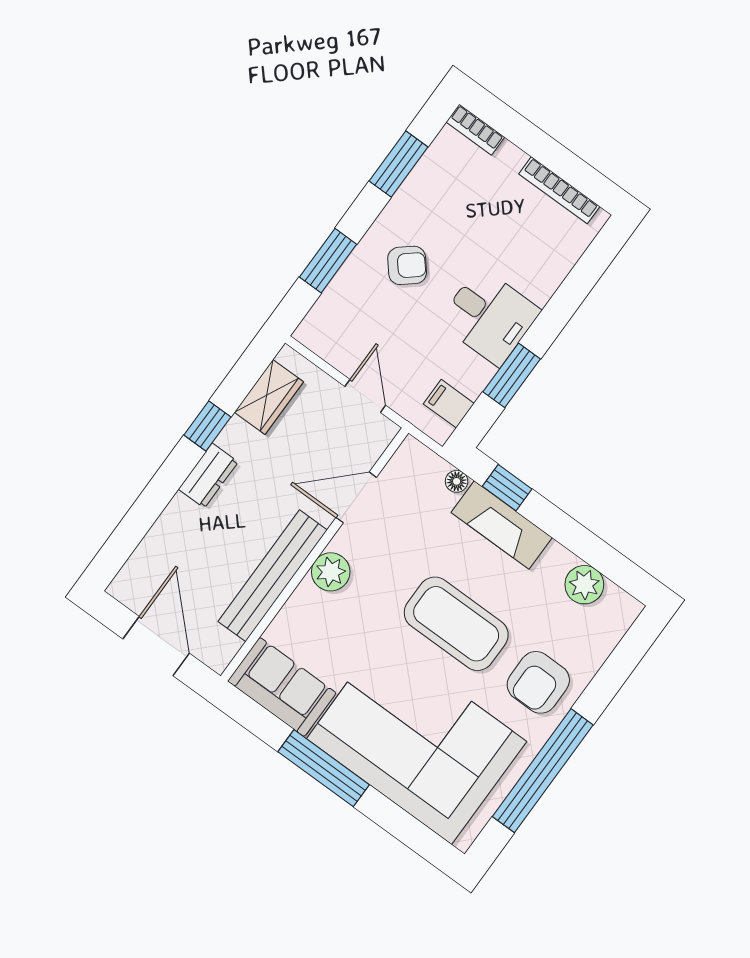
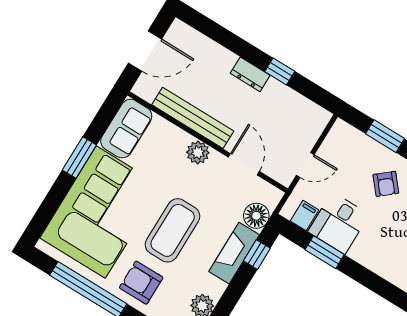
desk: (489, 316) -> (339, 223), moved
wardrobe: (269, 397) -> (300, 107), removed
floor lamp: (457, 481) -> (256, 216), width x1.89, depth x1.89
window: (324, 768) -> (79, 158), width x0.69

